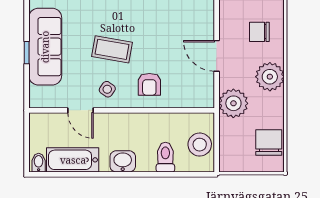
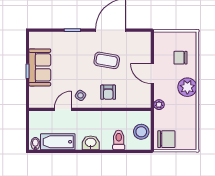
sofa: (45, 47) -> (40, 67), width x0.73
coffee table: (112, 49) -> (107, 60), moved
plant: (233, 103) -> (159, 105), width x0.53, depth x0.53
door: (81, 110) -> (63, 109), swing flipped
chair: (269, 142) -> (166, 139), moved, turned 90

